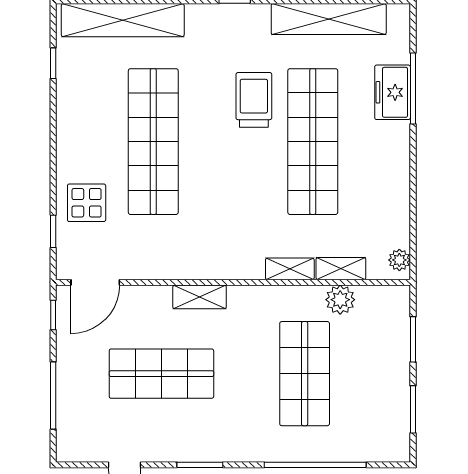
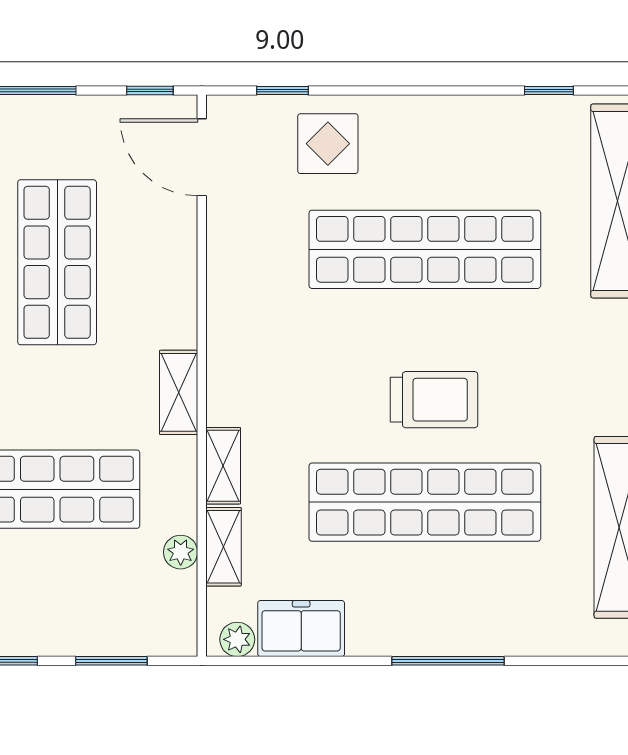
window: (413, 88) -> (448, 661), moved
freezer: (393, 92) -> (301, 629), moved
trolley: (254, 100) -> (434, 400), moved
shelving: (200, 297) -> (179, 392), moved
plant: (340, 300) -> (181, 552), width x0.73, depth x0.73

